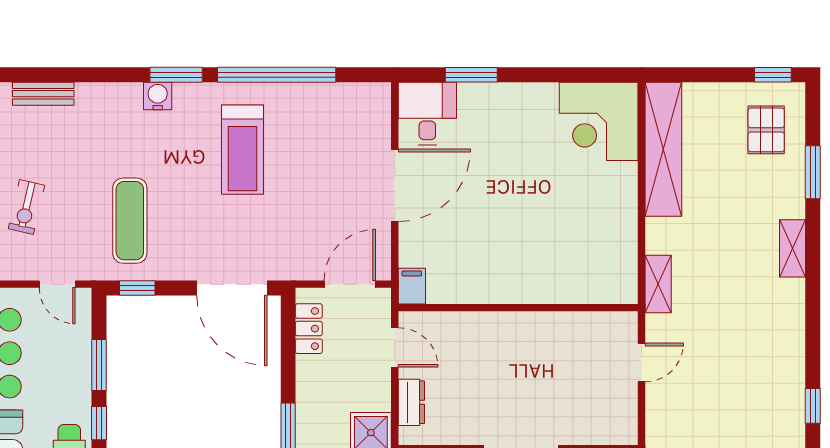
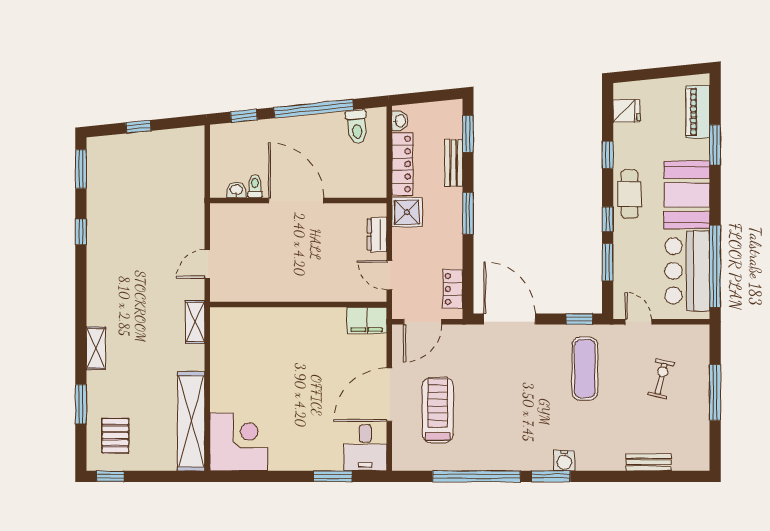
treadmill: (243, 150) -> (438, 410), moved
filing cabinet: (412, 286) -> (367, 320), width x2.00

